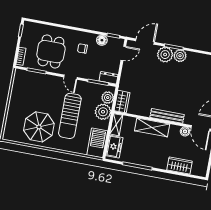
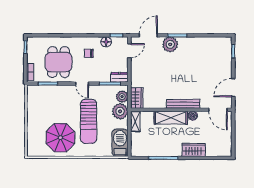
plant: (180, 56) -> (185, 43), removed
boiler: (185, 131) -> (193, 116), moved
freezer: (114, 147) -> (137, 143), removed
wardrobe: (179, 166) -> (194, 150), moved

